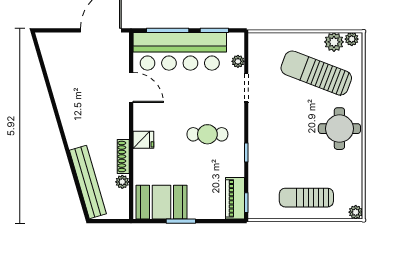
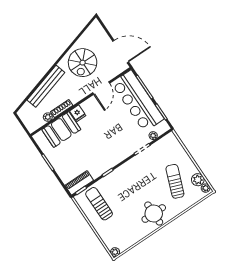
sun lounger: (316, 73) -> (175, 181), width x0.73, depth x0.75
spiral stairs: (82, 89) -> (83, 63), added
cafe table: (207, 134) -> (104, 145), removed
bench: (88, 182) -> (46, 86), moved
sun lounger: (306, 198) -> (99, 204), moved
booth: (162, 202) -> (61, 130), moved, turned 90

